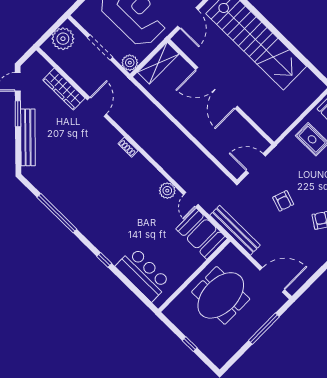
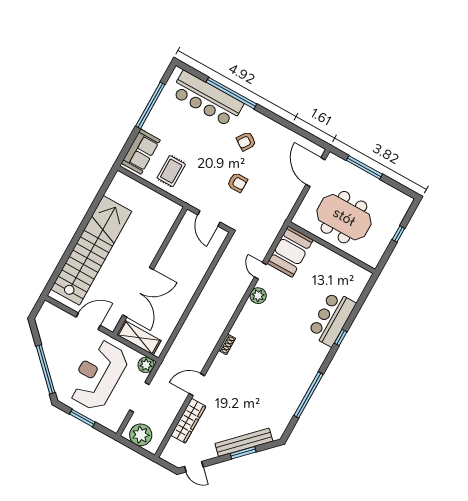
double door: (216, 88) -> (138, 292), moved
window: (18, 114) -> (243, 453), moved
door: (191, 200) -> (260, 271), swing flipped
armchair: (283, 201) -> (237, 182), turned 71
bench: (235, 230) -> (278, 221), removed
bar counter: (143, 274) -> (332, 319), moved

